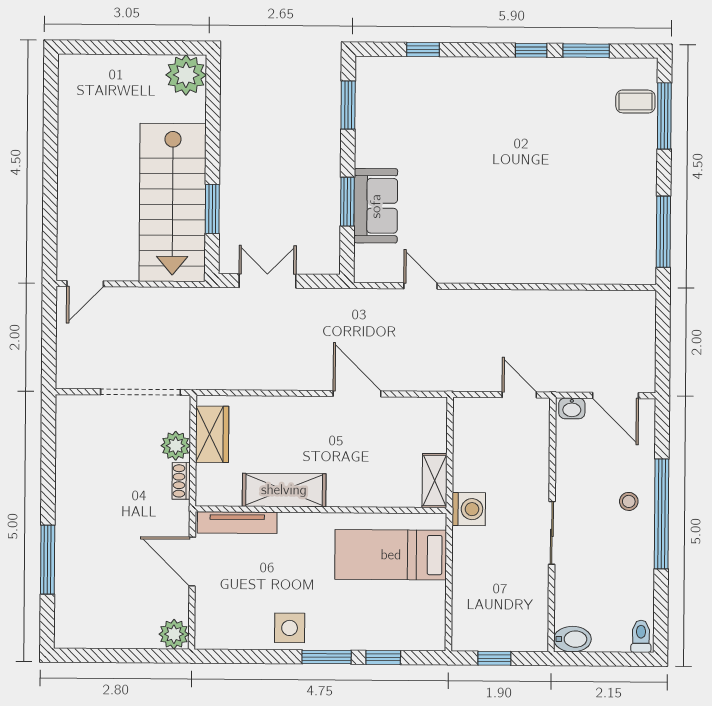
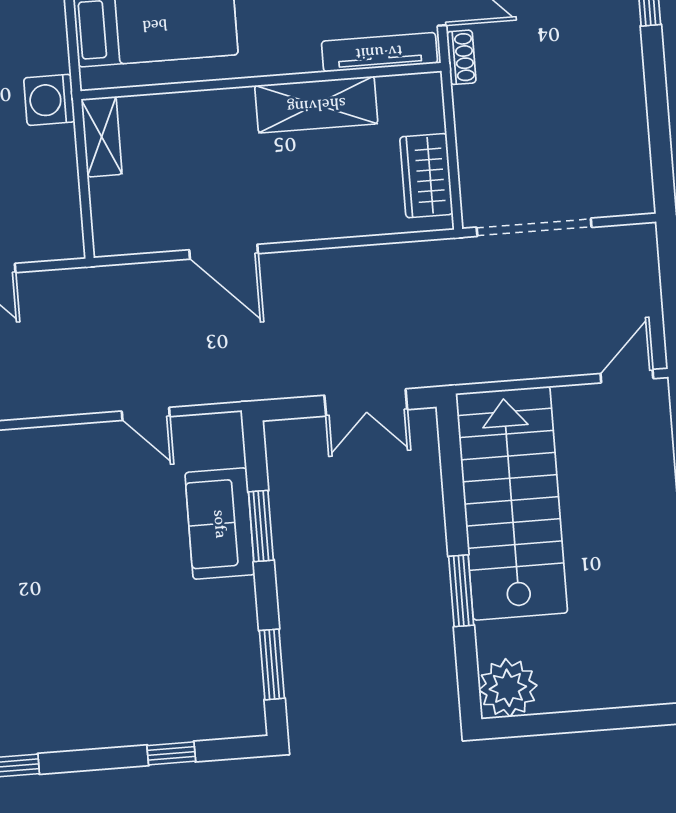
window: (212, 209) -> (461, 591), moved
plant: (176, 446) -> (477, 155), removed
shoe rack: (181, 481) -> (461, 57), moved

